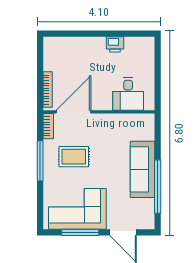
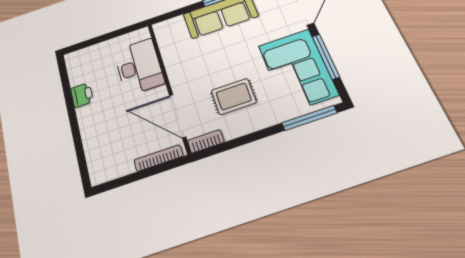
desk: (128, 94) -> (139, 67), width x1.37
rug: (74, 157) -> (234, 96), turned 90
window: (40, 161) -> (309, 118), moved

